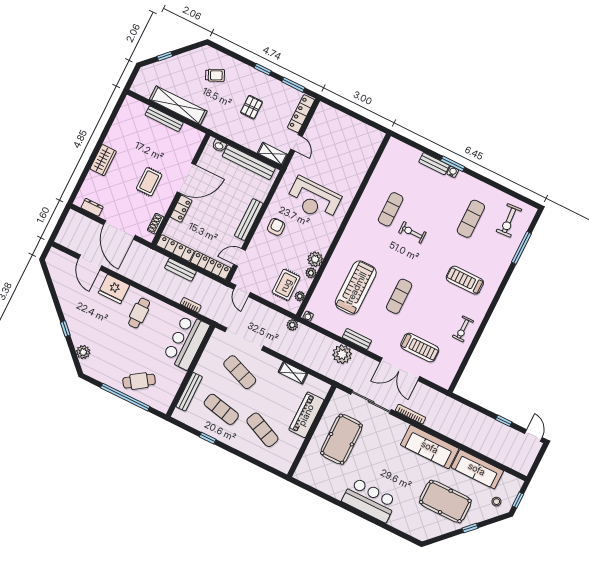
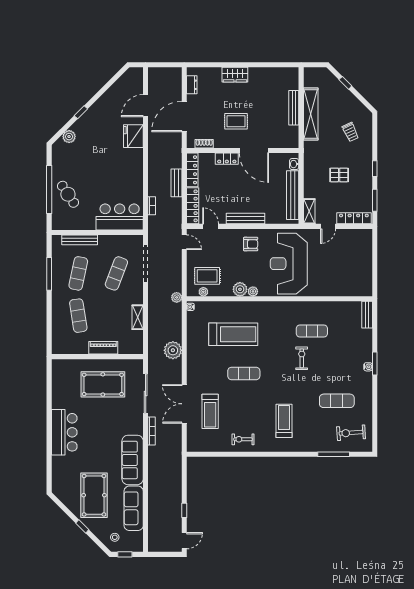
bench: (434, 164) -> (367, 315), moved
reception desk: (314, 199) -> (289, 264), width x1.36, depth x1.30
plant: (311, 273) -> (253, 291), moved
door: (242, 291) -> (184, 242), swing flipped
cafe table: (139, 313) -> (124, 167), removed
bench: (357, 339) -> (191, 356), removed
piano: (306, 415) -> (103, 348), width x0.73, depth x0.75
exercise mat: (262, 430) -> (78, 316), turned -33
window: (208, 438) -> (49, 274), width x2.17

